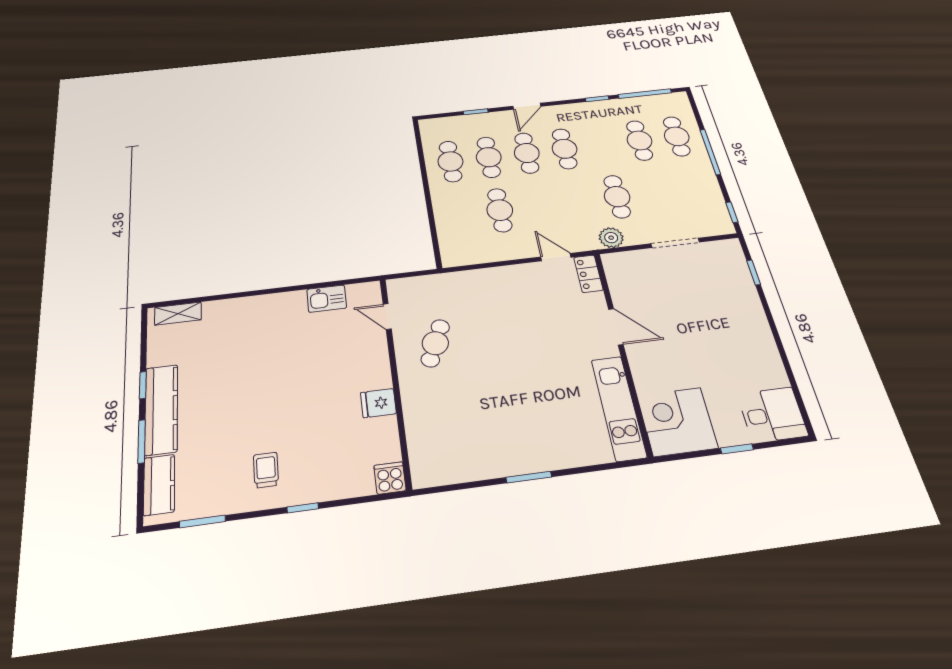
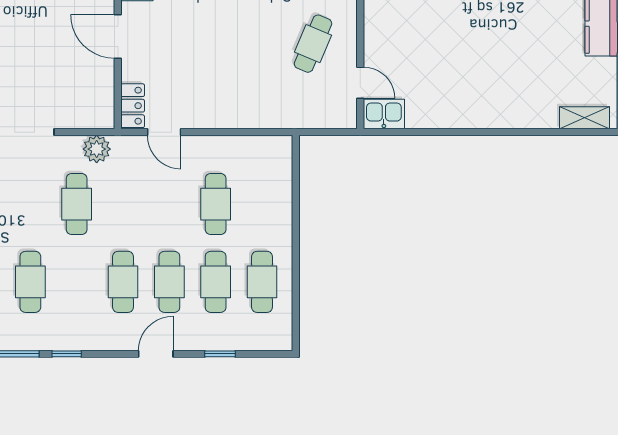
kitchen sink: (327, 299) -> (384, 114), moved

